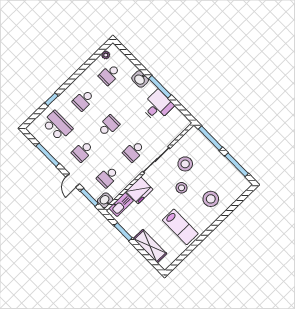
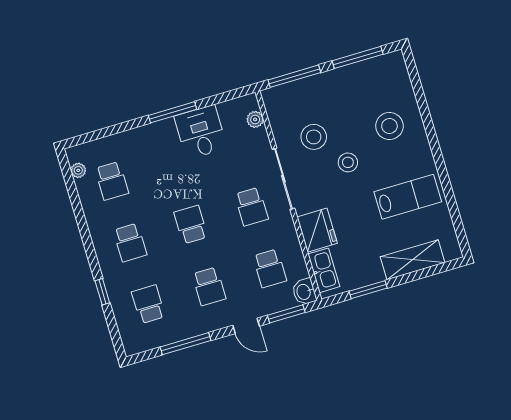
washbasin: (140, 79) -> (144, 137), removed
school desk: (57, 126) -> (148, 304), width x0.54
plant: (178, 130) -> (255, 119), added

